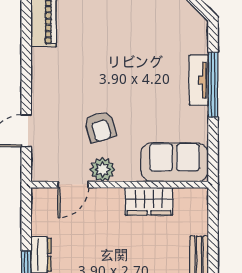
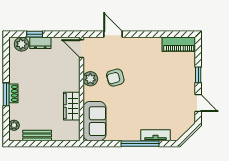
tv unit: (199, 80) -> (156, 135), moved
door: (73, 185) -> (81, 49), moved

